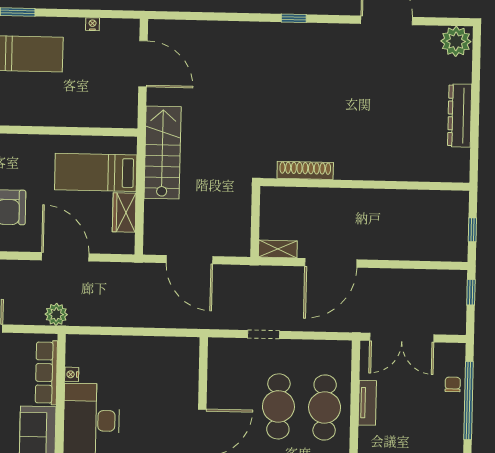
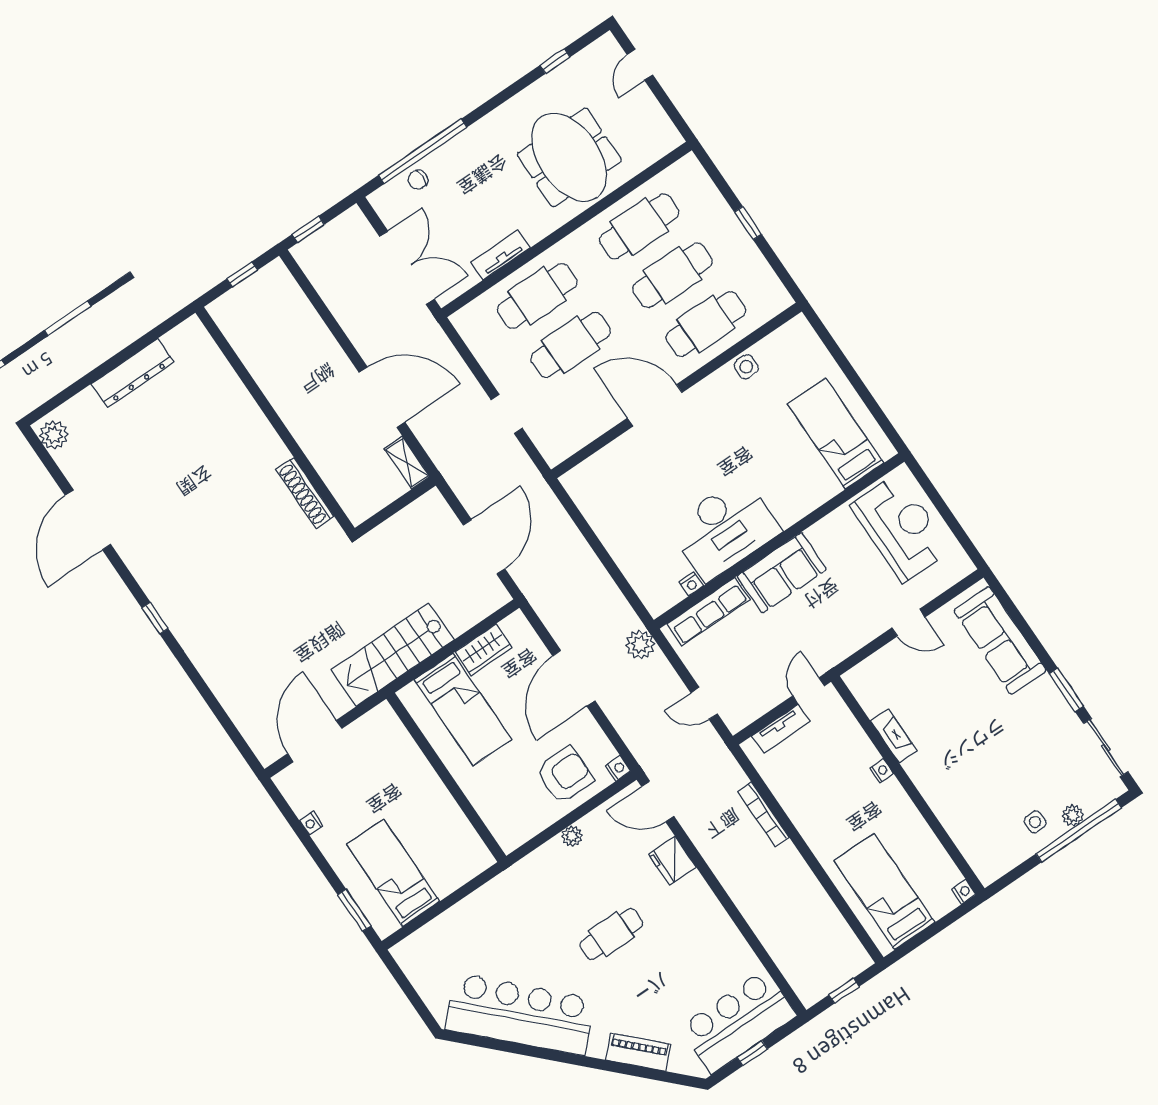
plant: (456, 41) -> (54, 435), width x0.73, depth x0.73

